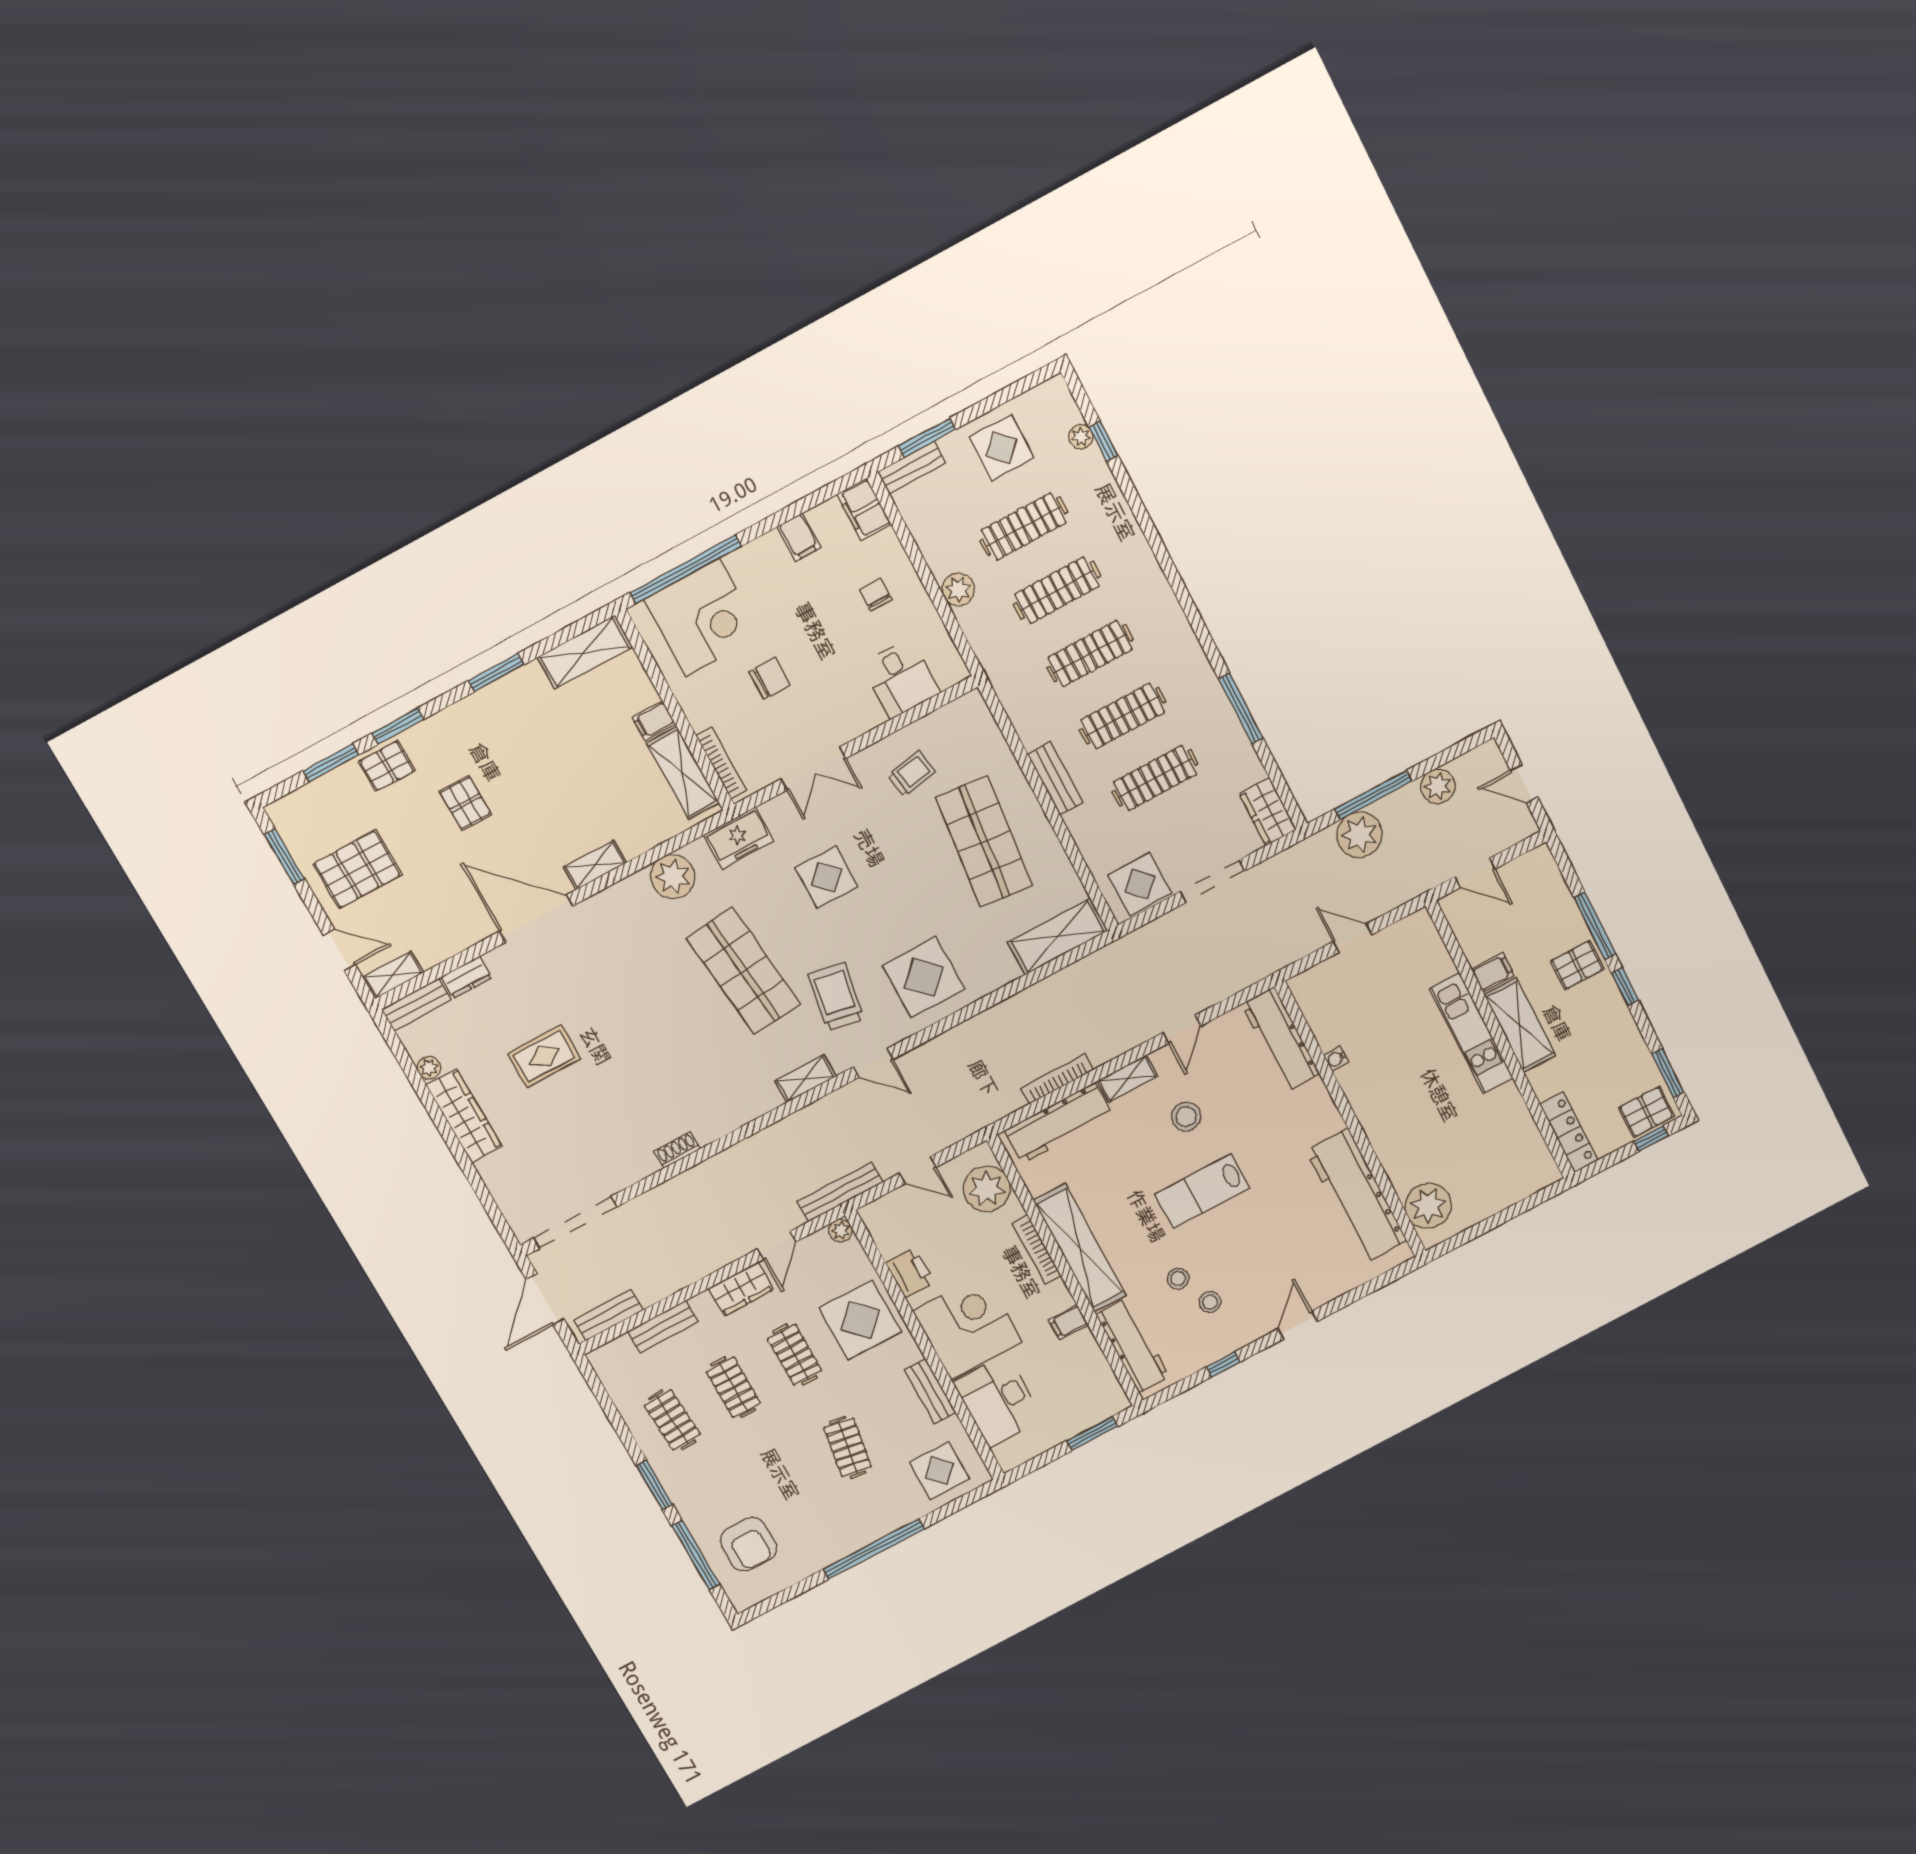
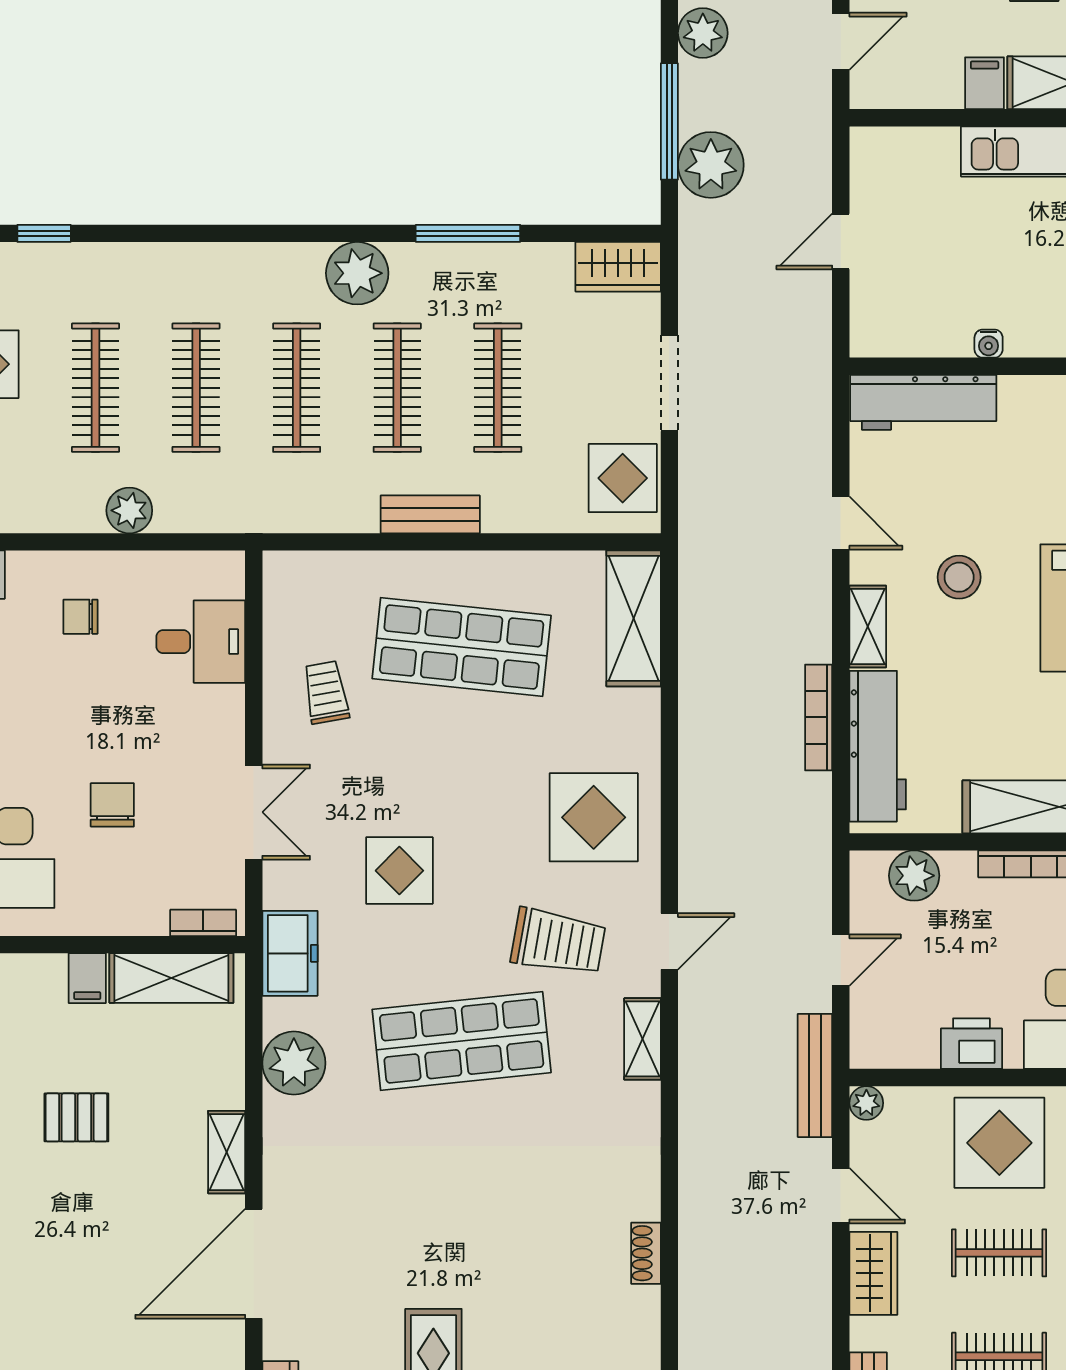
plant: (1081, 437) -> (357, 273), moved, width x1.87, depth x1.87
bookcase: (721, 763) -> (203, 923), width x0.64
pallet: (465, 803) -> (76, 1117), moved
trolley: (836, 997) -> (558, 942), turned 180
plant: (987, 1189) -> (914, 876), width x0.73, depth x0.73

